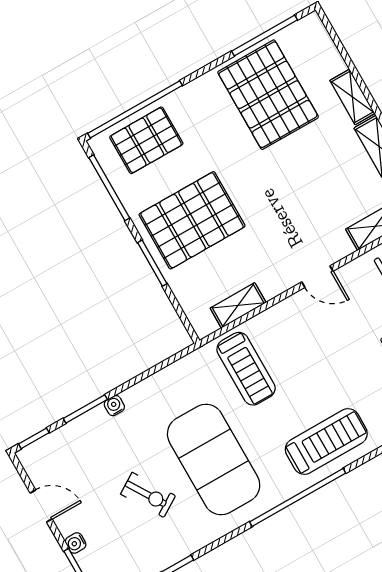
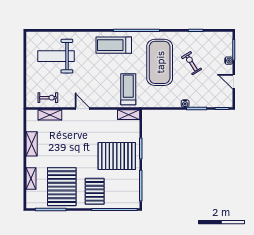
shelving: (352, 97) -> (31, 178), moved
pallet: (146, 140) -> (95, 191), moved, turned 90
shelving: (238, 305) -> (129, 115), moved

